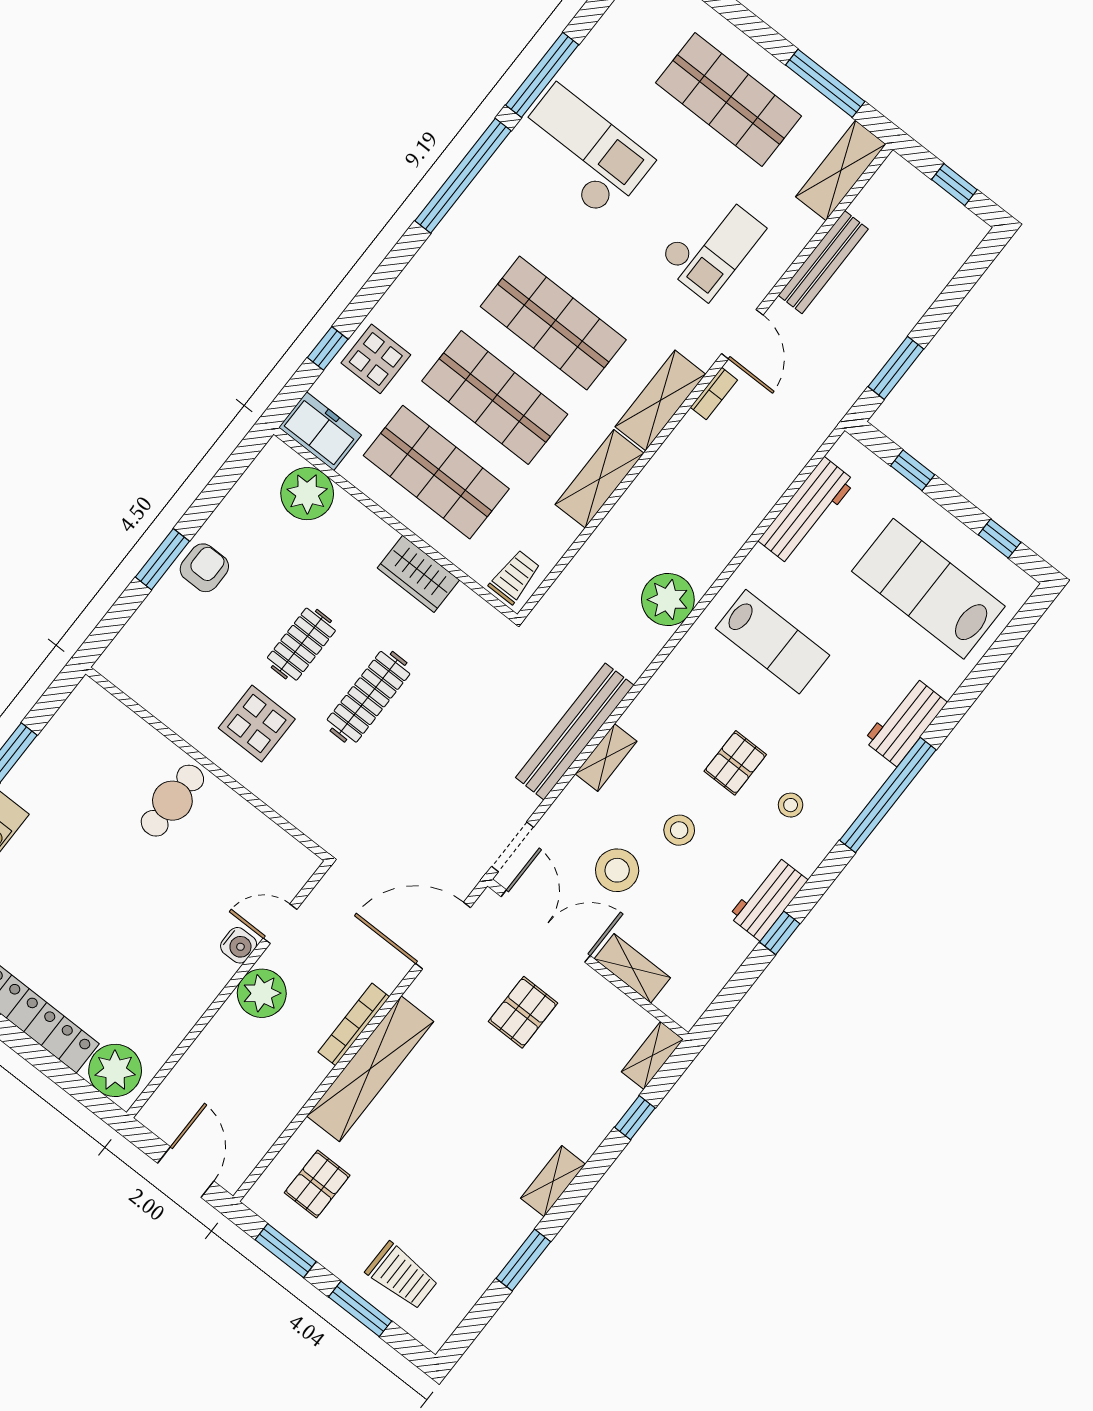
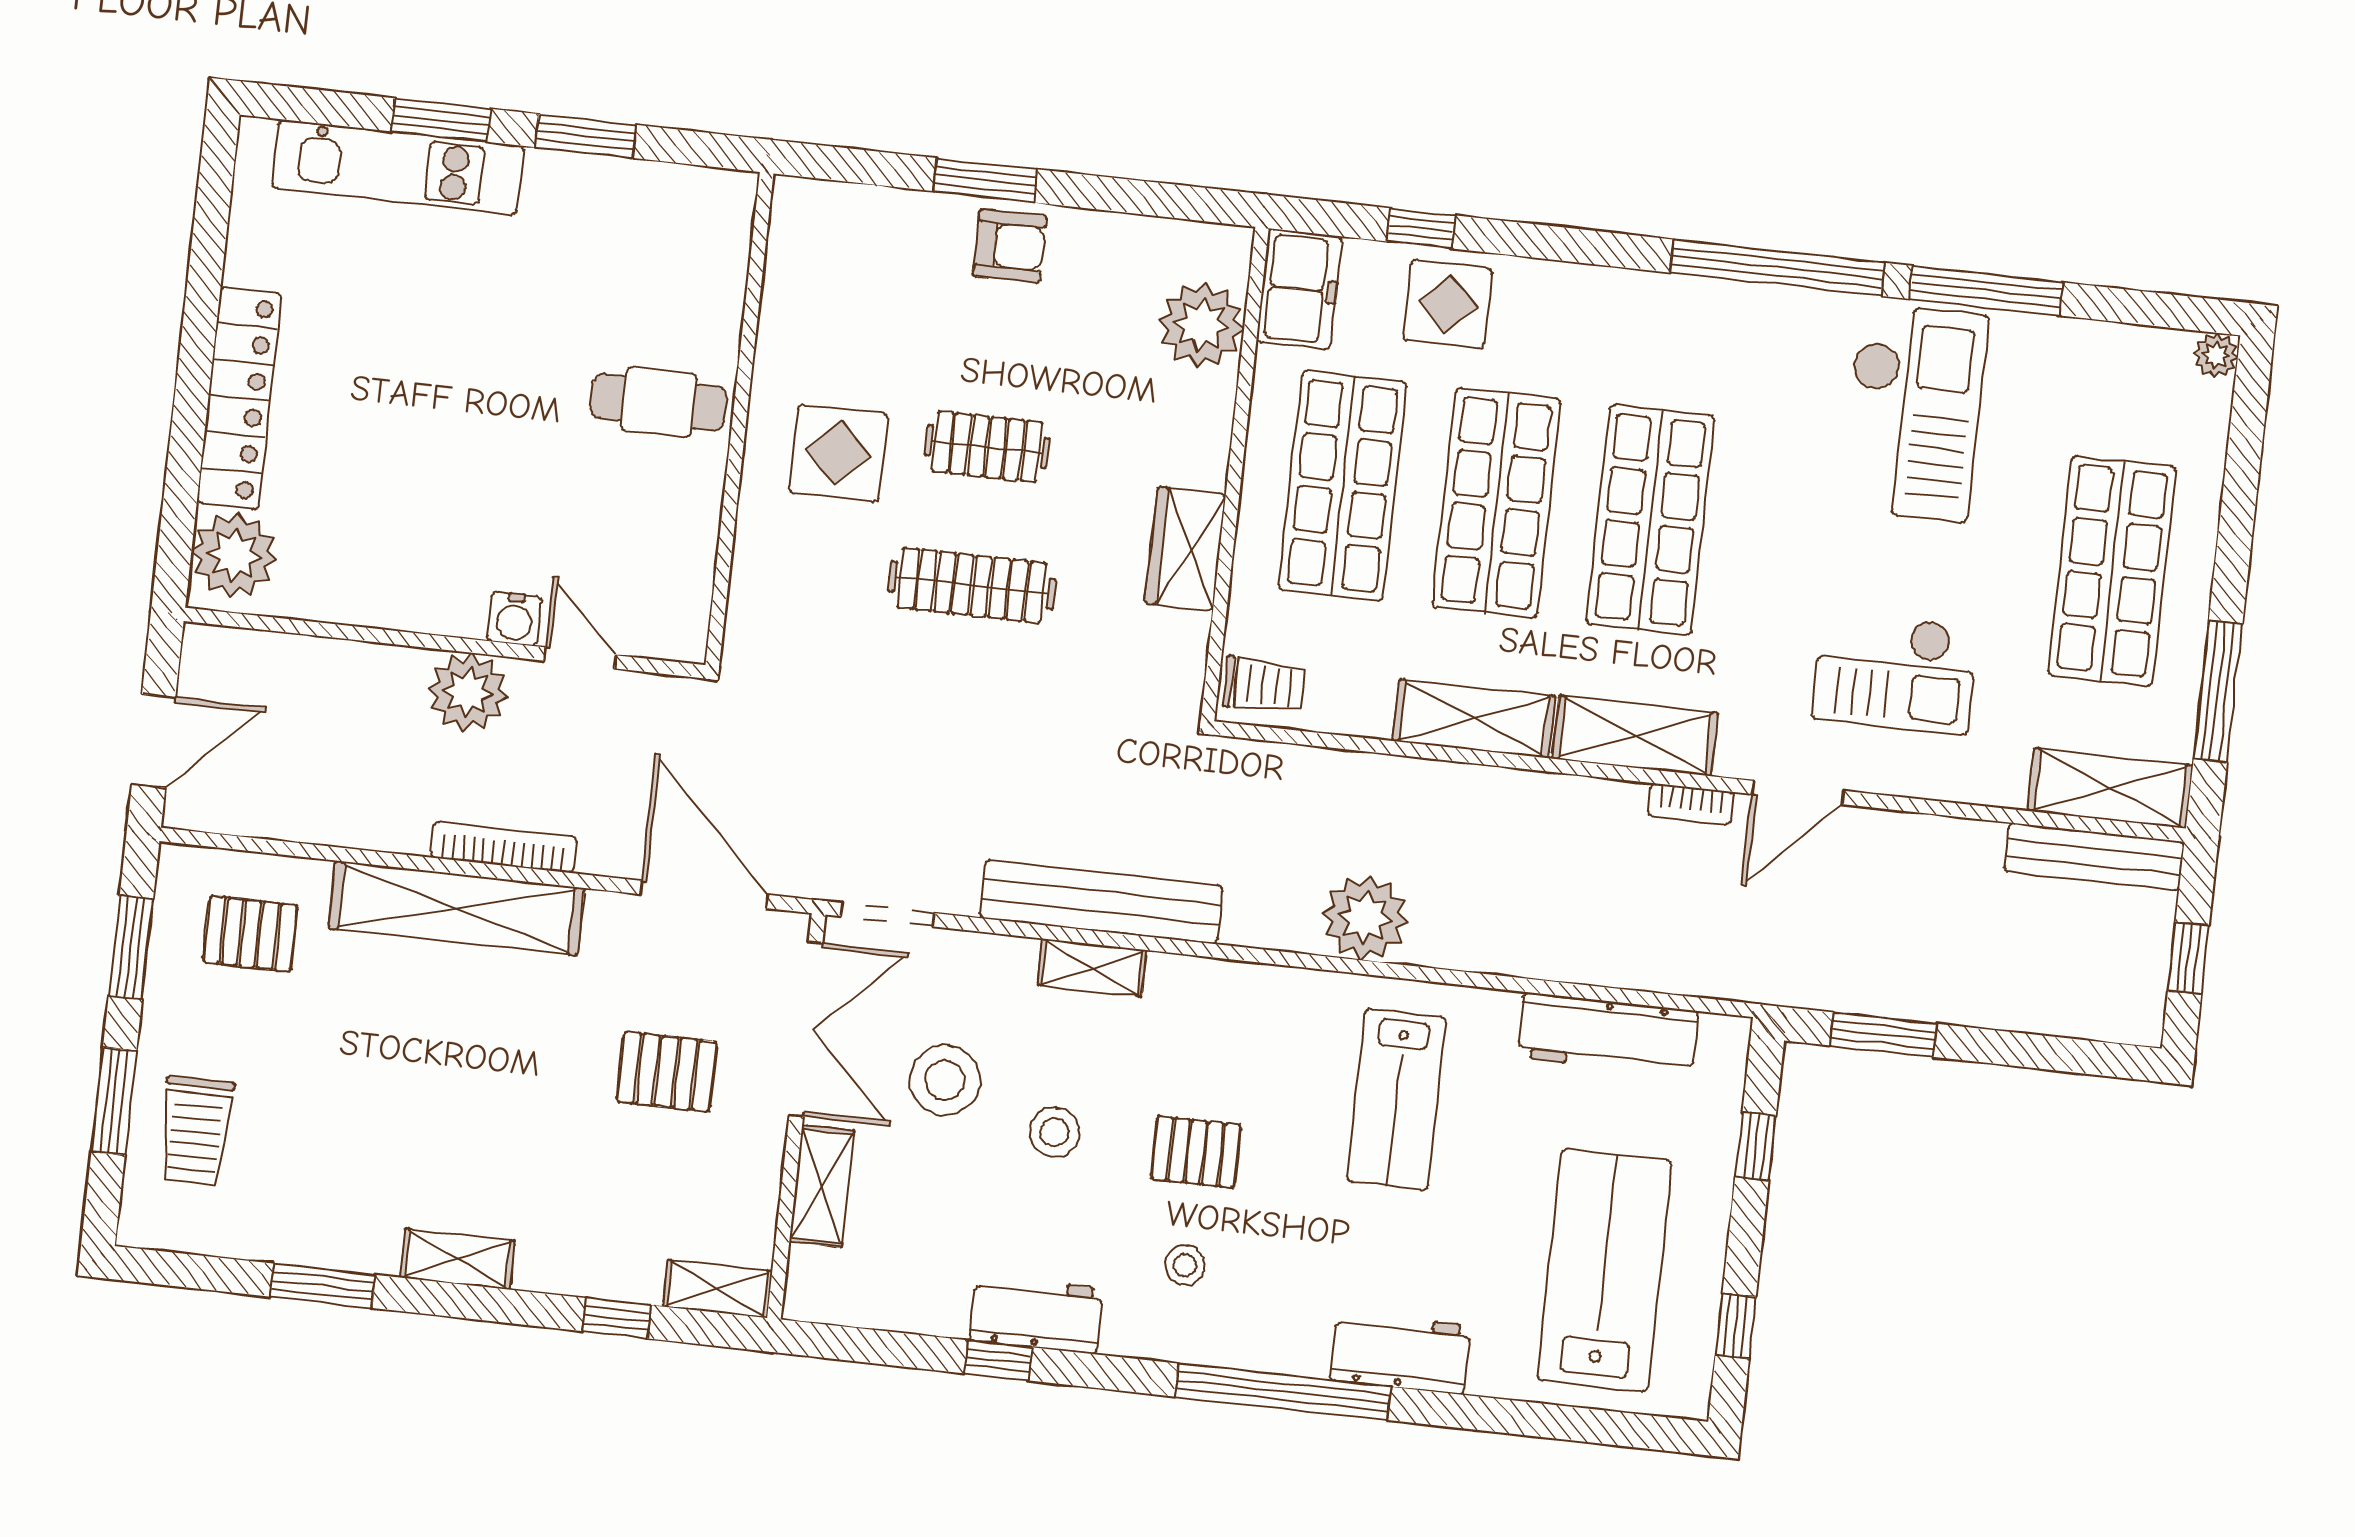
bench: (823, 262) -> (2094, 857), moved

